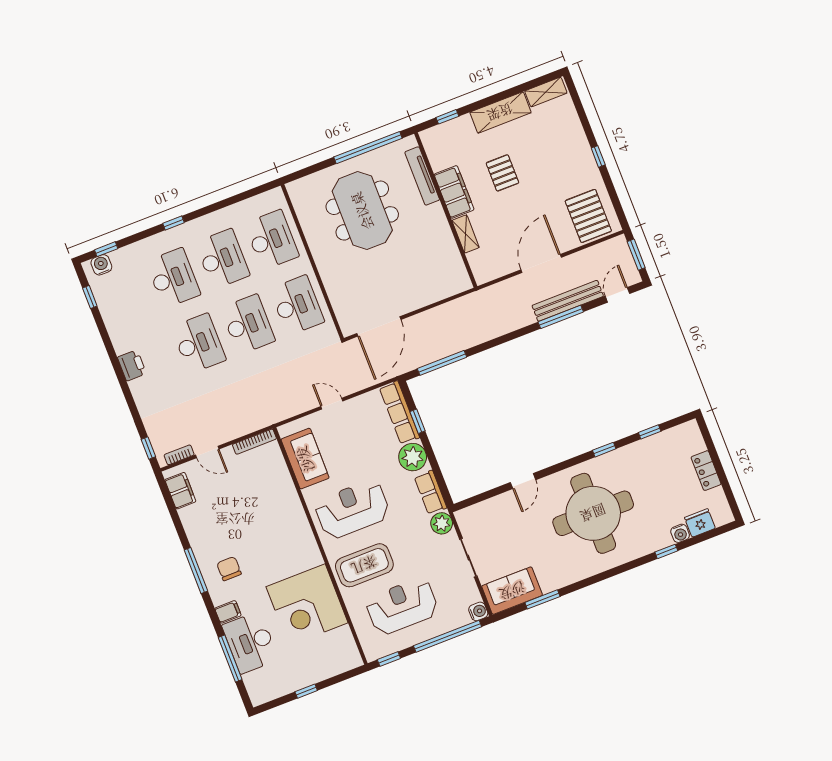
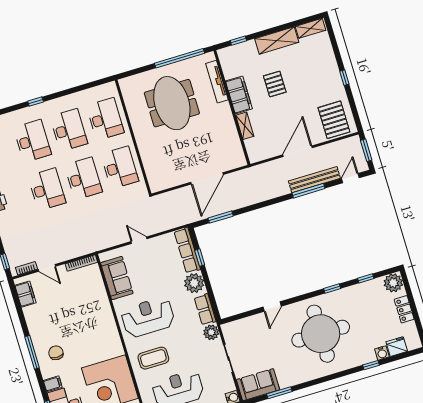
door: (379, 326) -> (207, 178), moved
window: (442, 363) -> (221, 217), width x0.69
plant: (688, 435) -> (393, 283), added
coffee table: (364, 565) -> (153, 358), width x0.73, depth x0.76

